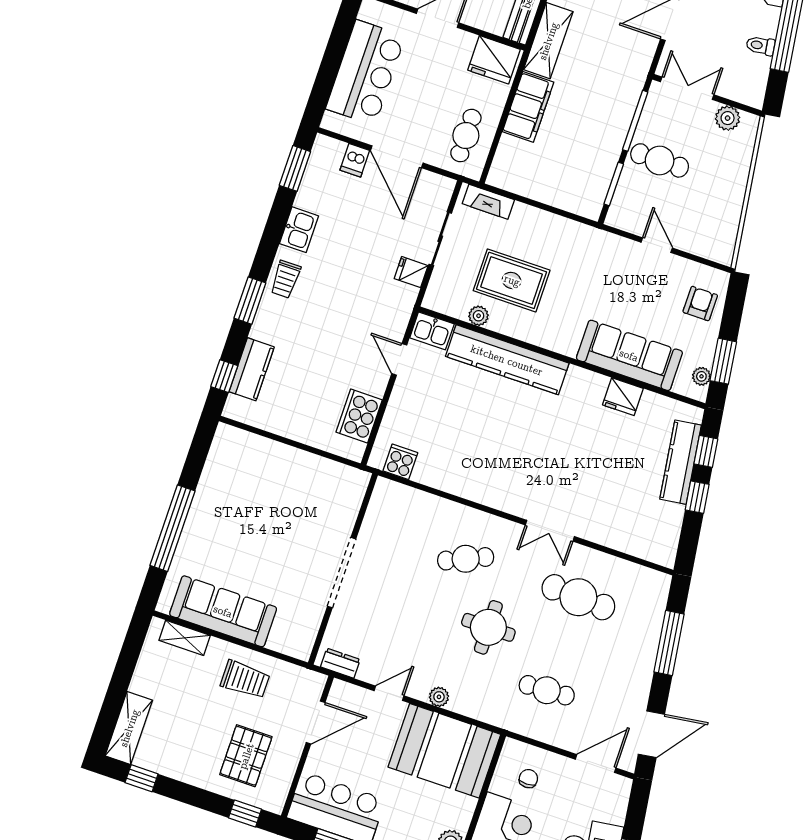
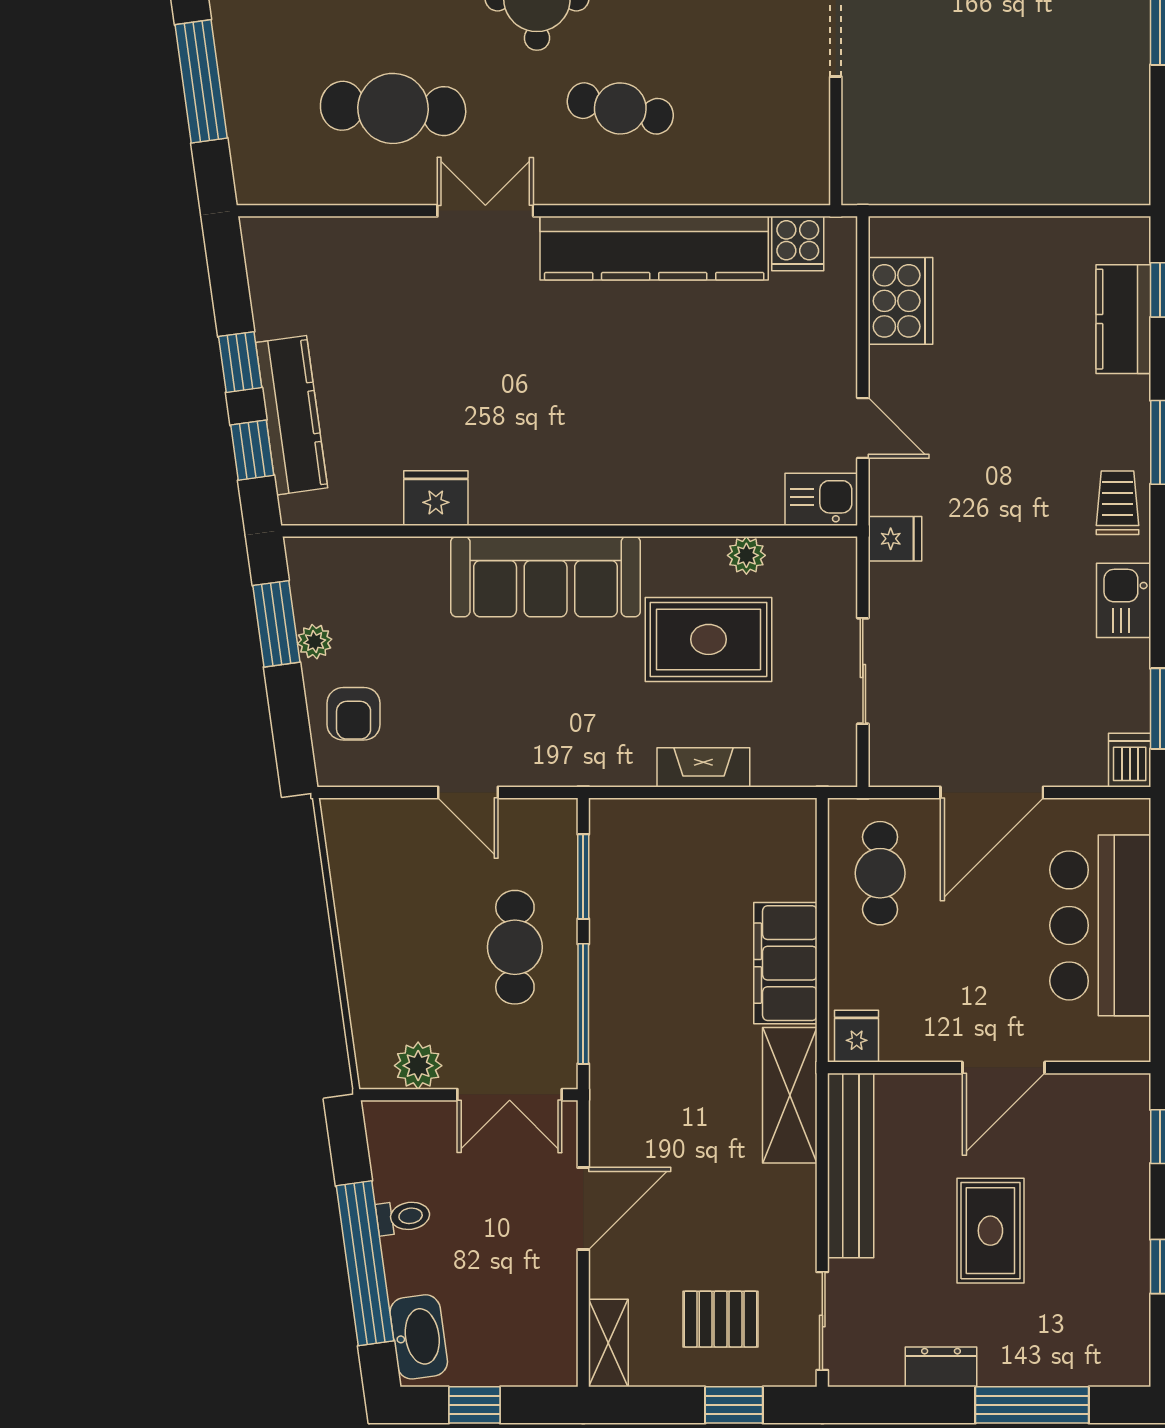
fridge: (494, 60) -> (857, 1036), width x0.53, depth x0.75
door: (397, 157) -> (992, 793), swing flipped
dishwasher: (355, 160) -> (1130, 760), moved
cafe table: (660, 160) -> (515, 947), turned 90
fireplace: (488, 202) -> (703, 767), moved
fridge: (411, 272) -> (895, 539), moved
sofa: (629, 355) -> (546, 577), moved
kitchen counter: (507, 360) -> (654, 248), moved, turned 180
plant: (701, 376) -> (315, 642), moved
cafe table: (466, 559) -> (620, 108), turned 36

